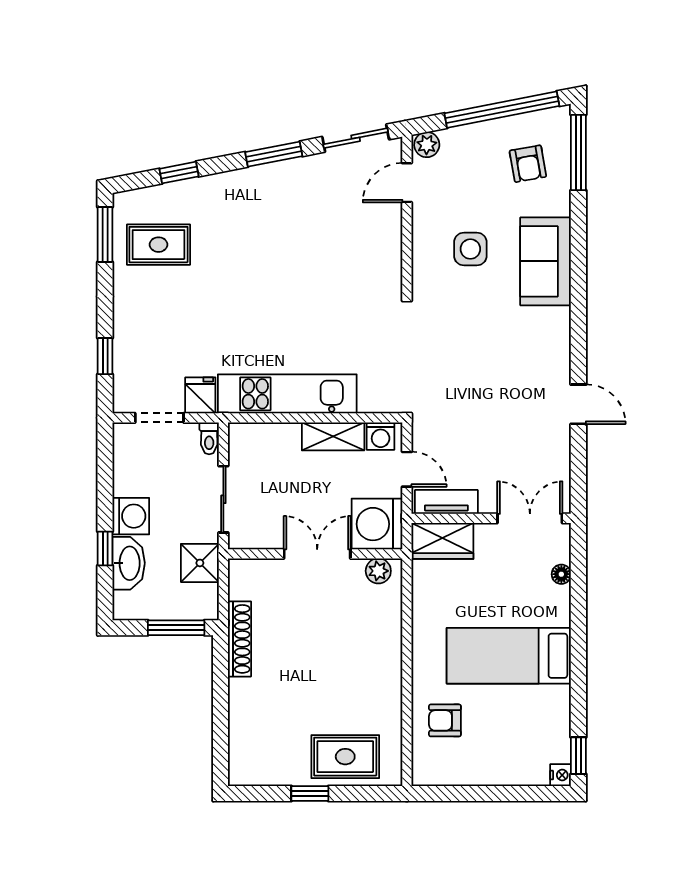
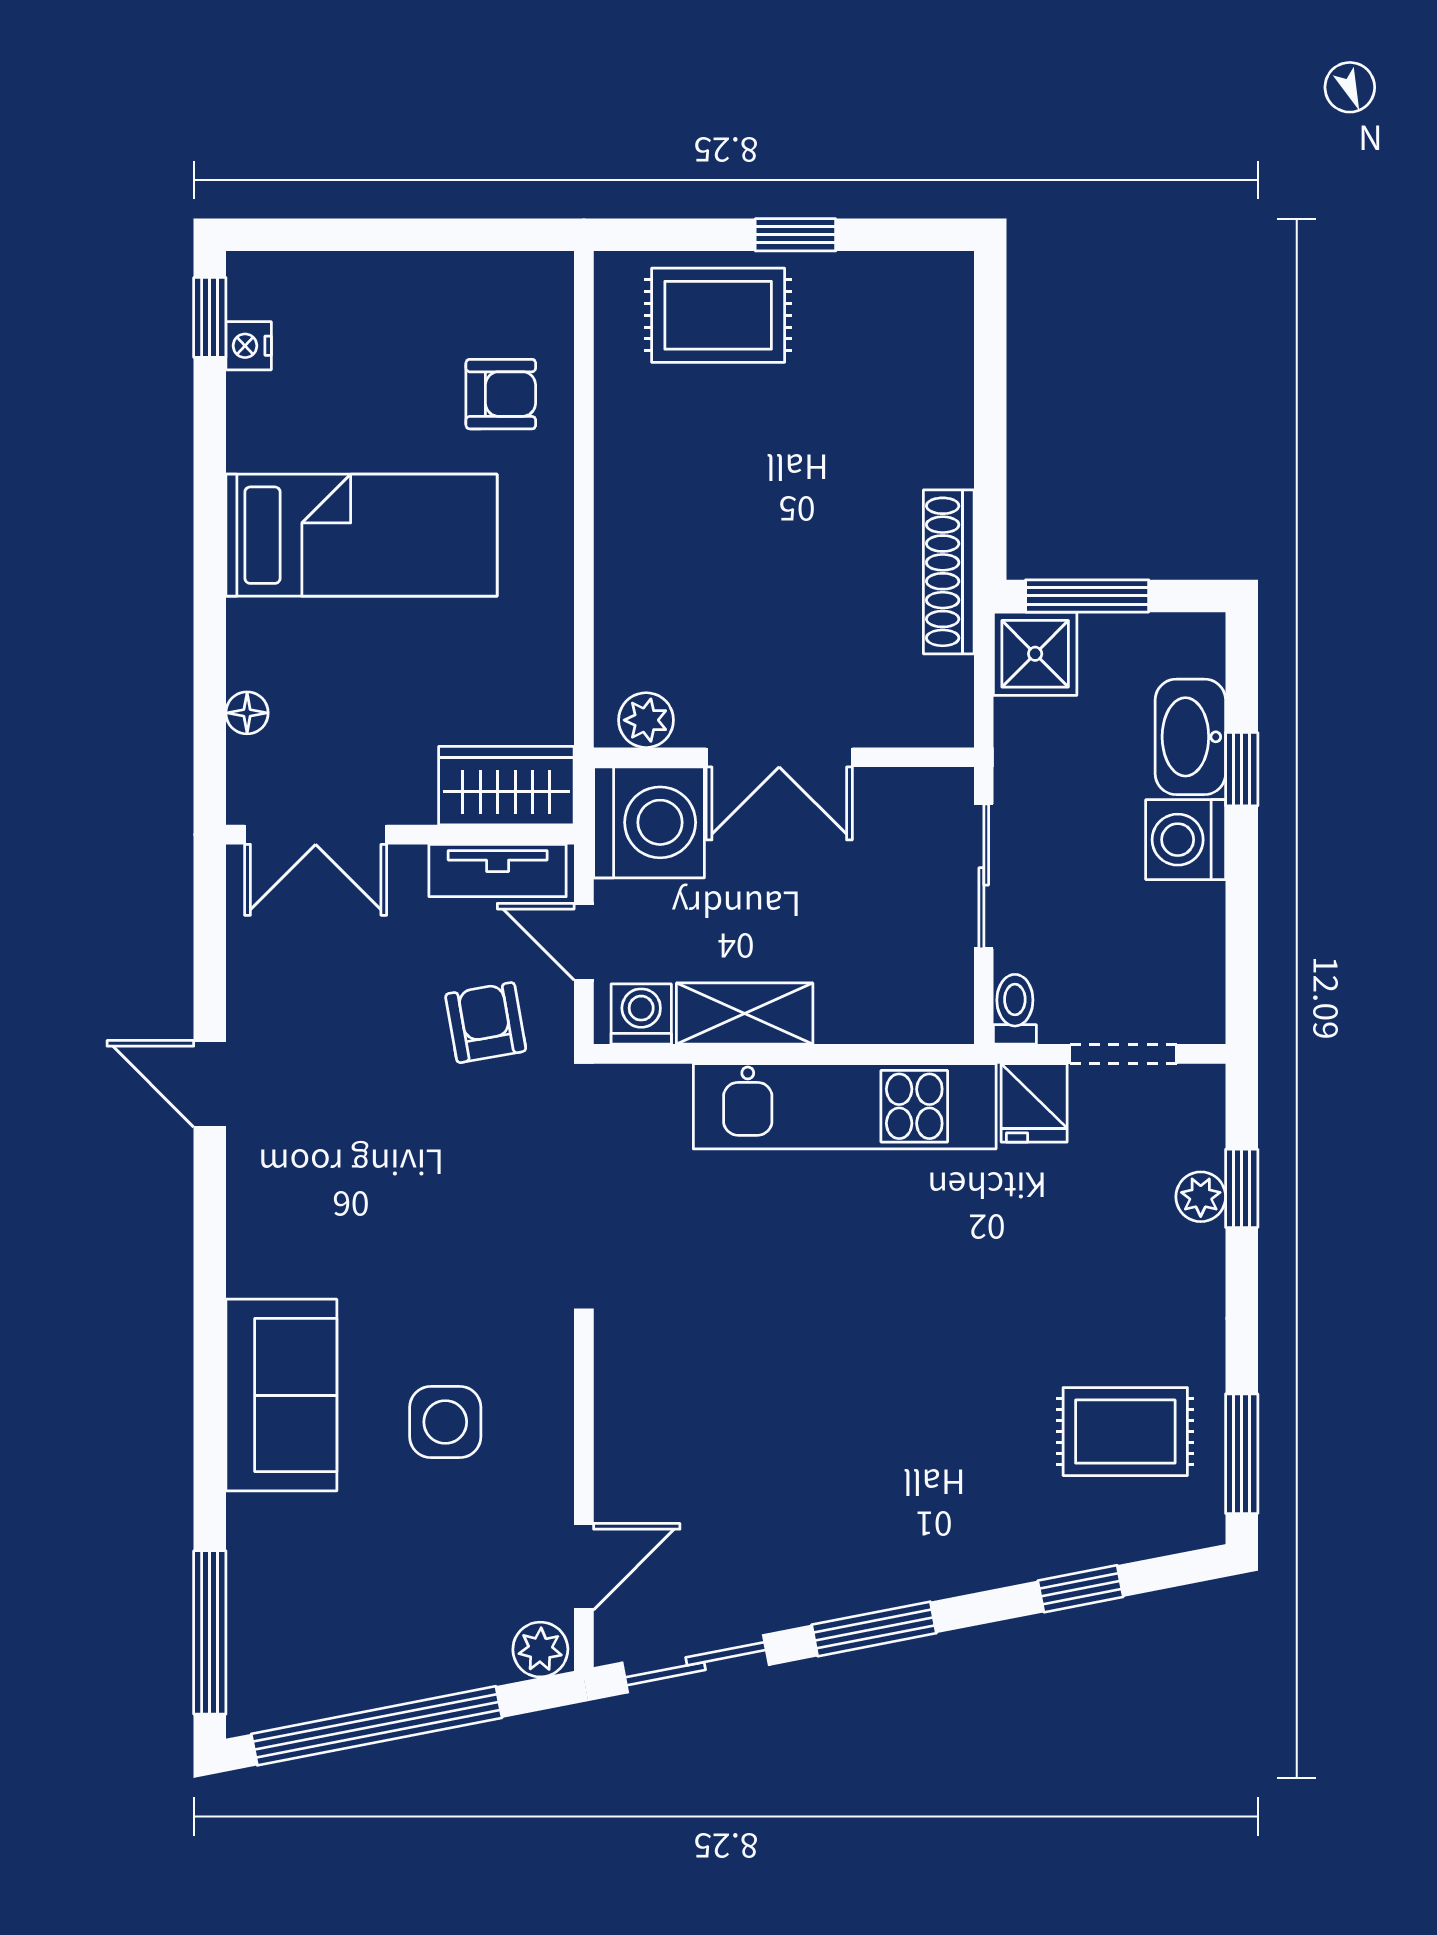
armchair: (528, 164) -> (486, 1023), moved
plant: (124, 352) -> (1201, 1197), added
shower: (200, 563) -> (1035, 654), moved
nightstand: (561, 775) -> (249, 346), moved

